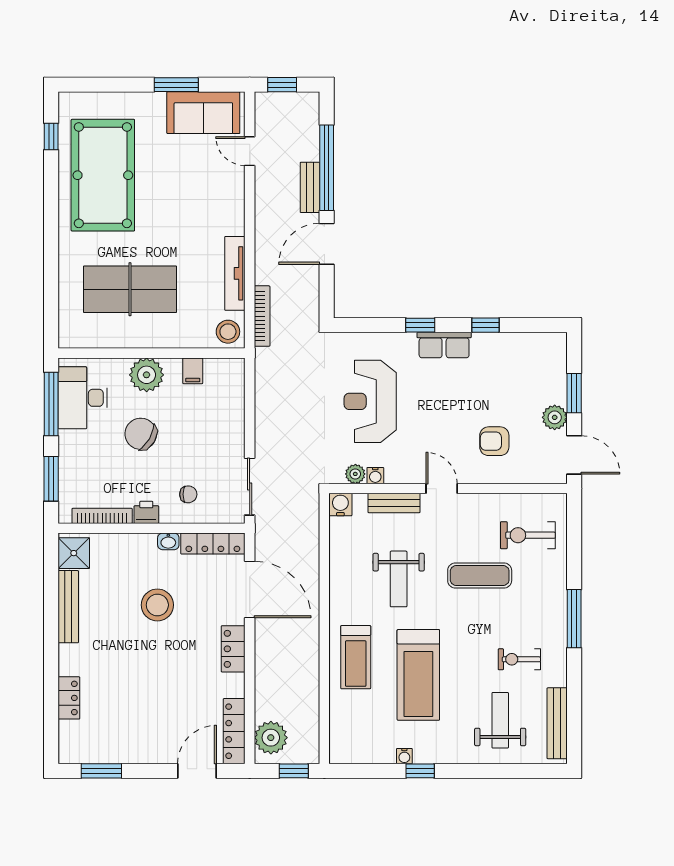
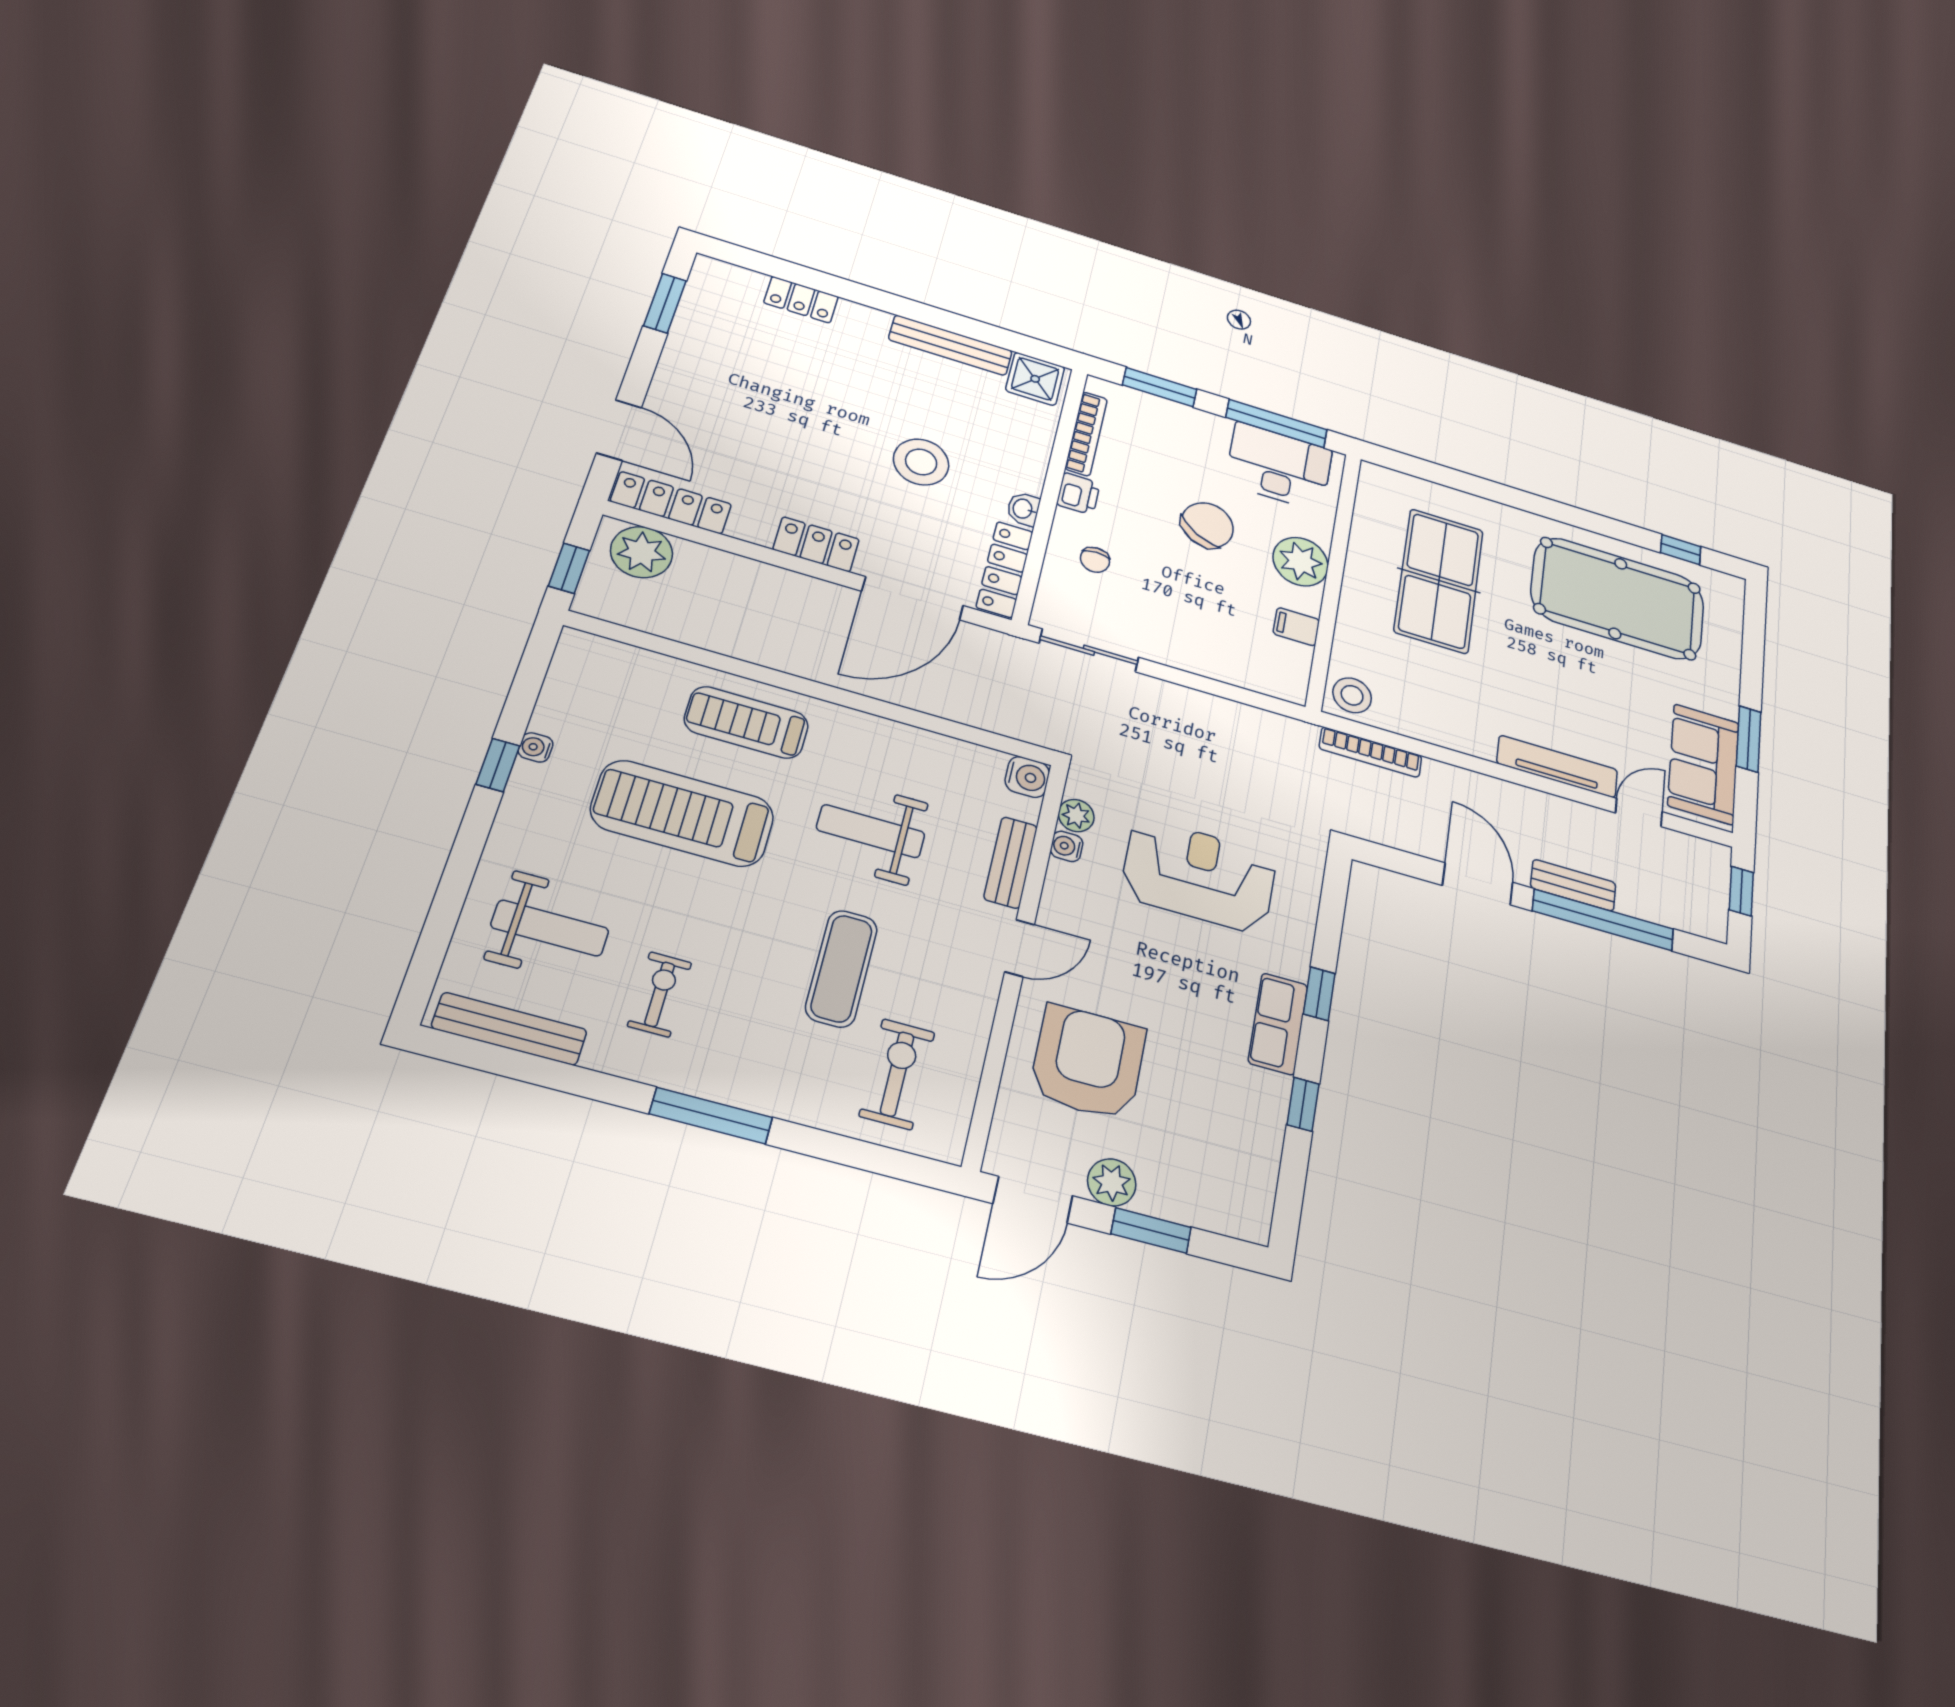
tv unit: (235, 273) -> (1557, 766), moved
armchair: (494, 441) -> (1088, 1062), width x1.88, depth x1.88

